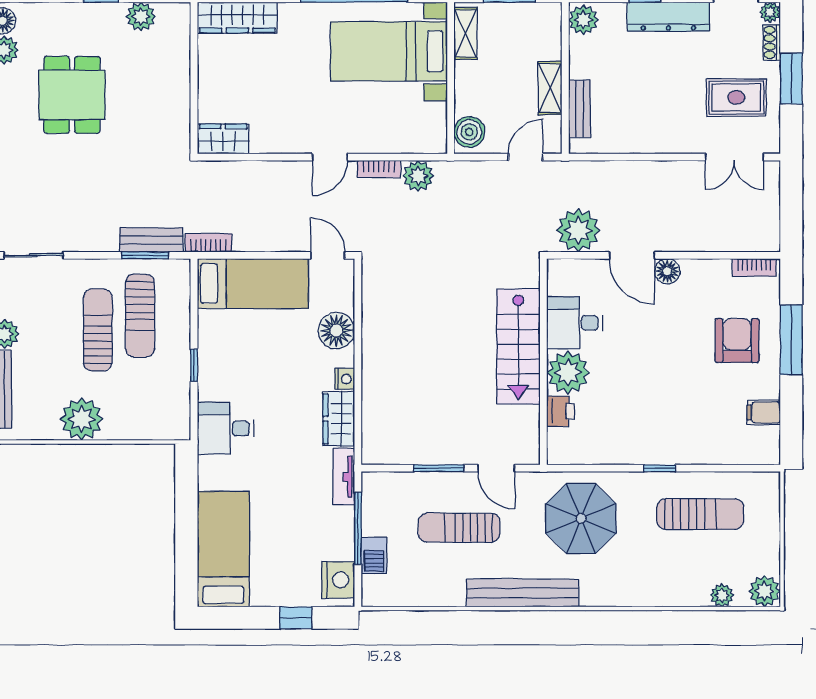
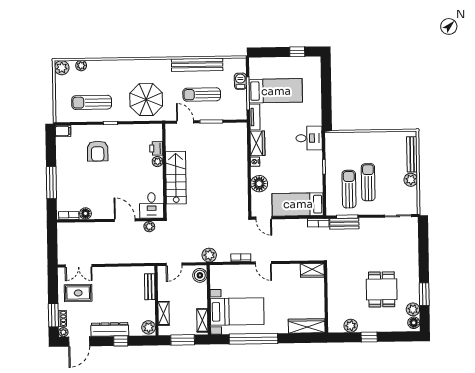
window: (791, 78) -> (53, 315), moved
shelving: (550, 88) -> (164, 313), moved
door: (330, 157) -> (263, 263), swing flipped
double door: (734, 157) -> (79, 266), swing flipped
plant: (418, 176) -> (209, 255), moved
plant: (578, 230) -> (149, 227), width x0.53, depth x0.53
floor lamp: (667, 271) -> (85, 213), moved
desk: (575, 323) -> (152, 205), moved, turned 90
sun lounger: (98, 330) -> (368, 182), turned 180
armchair: (737, 341) -> (98, 151), moved
plant: (568, 372) -> (157, 162), width x0.53, depth x0.53
filing cabinet: (764, 412) -> (63, 131), moved
plant: (82, 419) -> (375, 141), removed
sun lounger: (459, 528) -> (202, 95), turned 180
bed: (223, 549) -> (276, 91), moved, turned -90
nightstand: (338, 580) -> (257, 70), removed
bench: (523, 593) -> (197, 65), moved
window: (296, 618) -> (297, 52), moved

